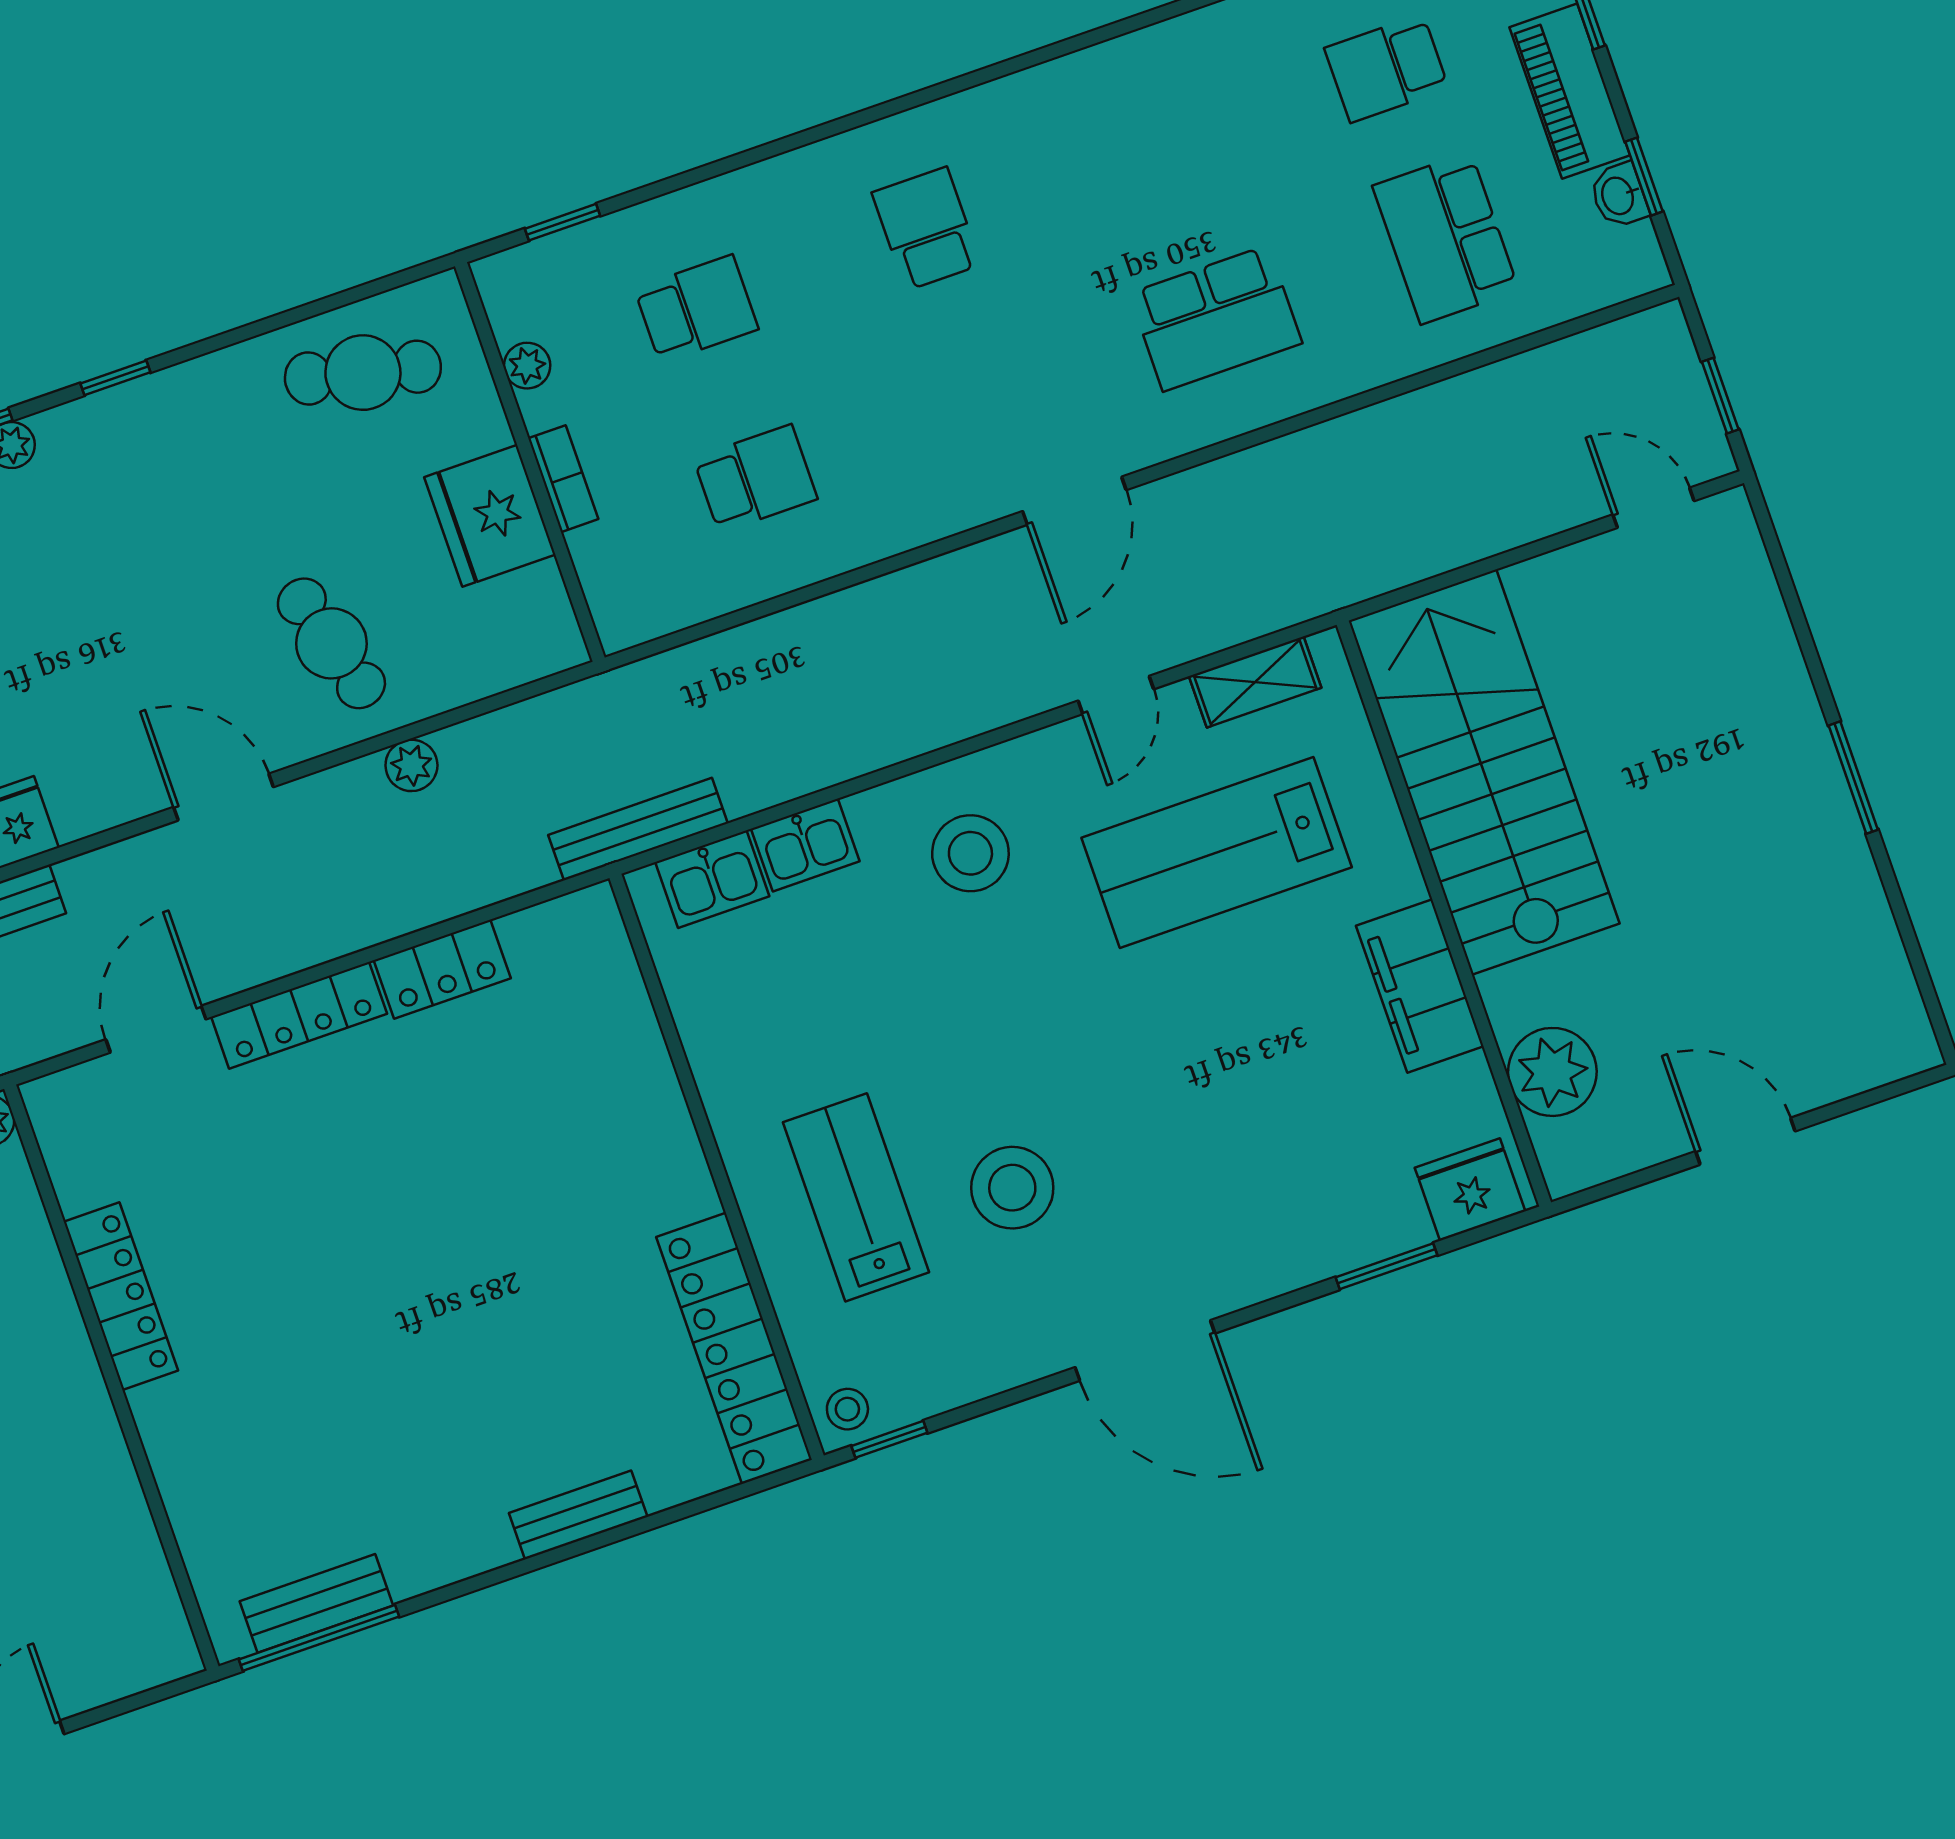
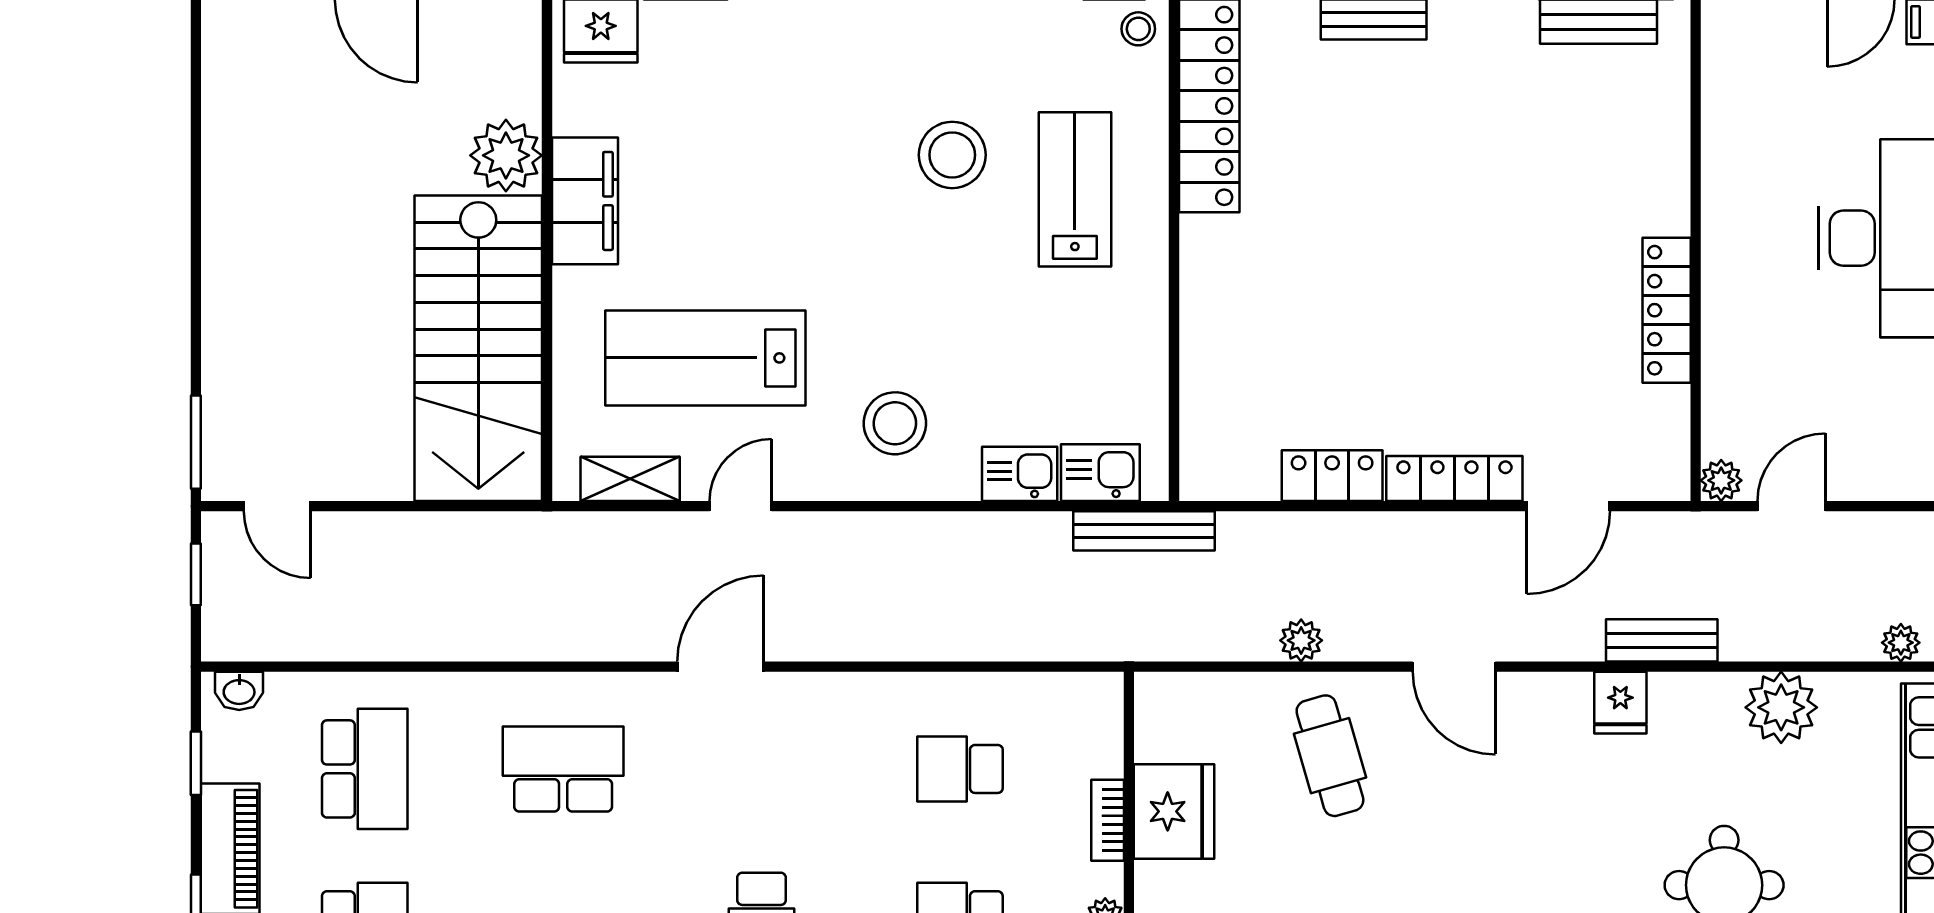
washbasin: (1619, 195) -> (239, 691), moved, turned 90
window: (1853, 778) -> (196, 442), moved
lab bench: (1217, 852) -> (705, 358), turned 180
plant: (1552, 1072) -> (506, 155), moved
lab bench: (856, 1197) -> (1075, 189), turned 180

